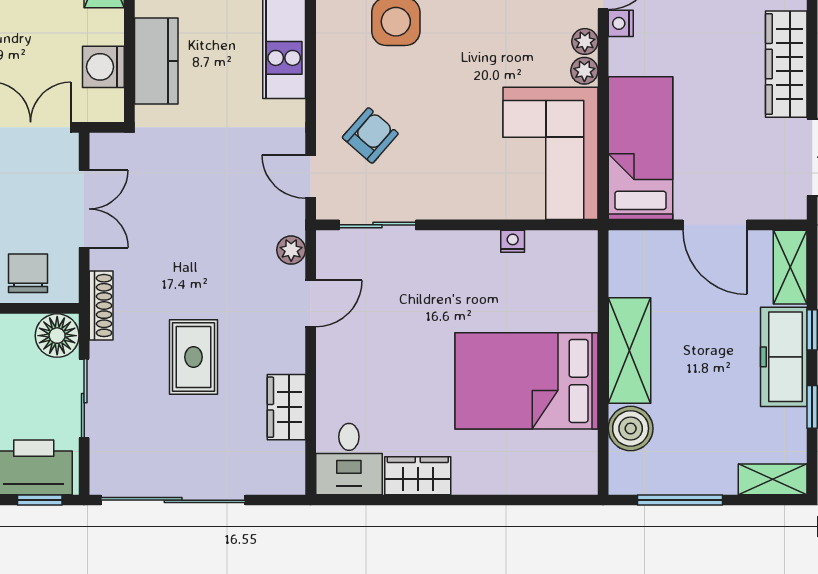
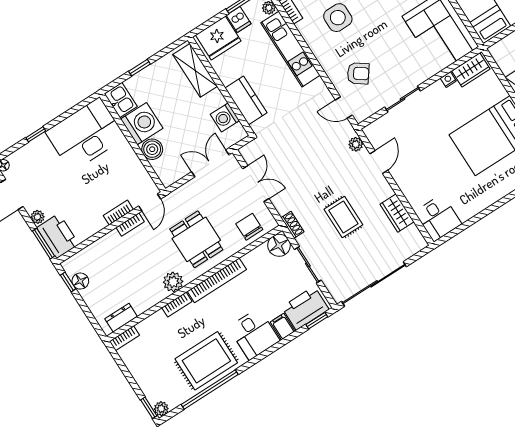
armchair: (370, 135) -> (358, 73), turned 85
sliding door: (378, 225) -> (403, 99), moved
shoe rack: (101, 306) -> (292, 225), width x0.70
wardrobe: (418, 476) -> (471, 70), moved, turned 180

